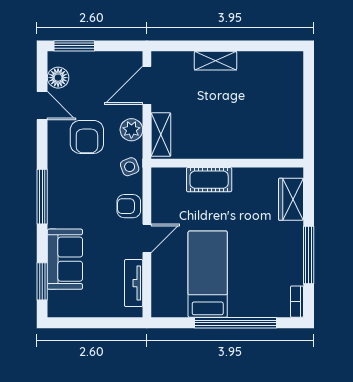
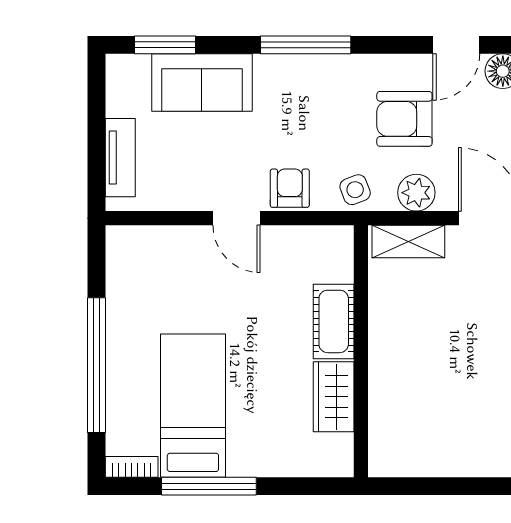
wardrobe: (291, 199) -> (334, 397), moved, turned -90
bed: (208, 274) -> (193, 406), moved, turned -90
tv unit: (134, 283) -> (120, 158), moved, turned 90

